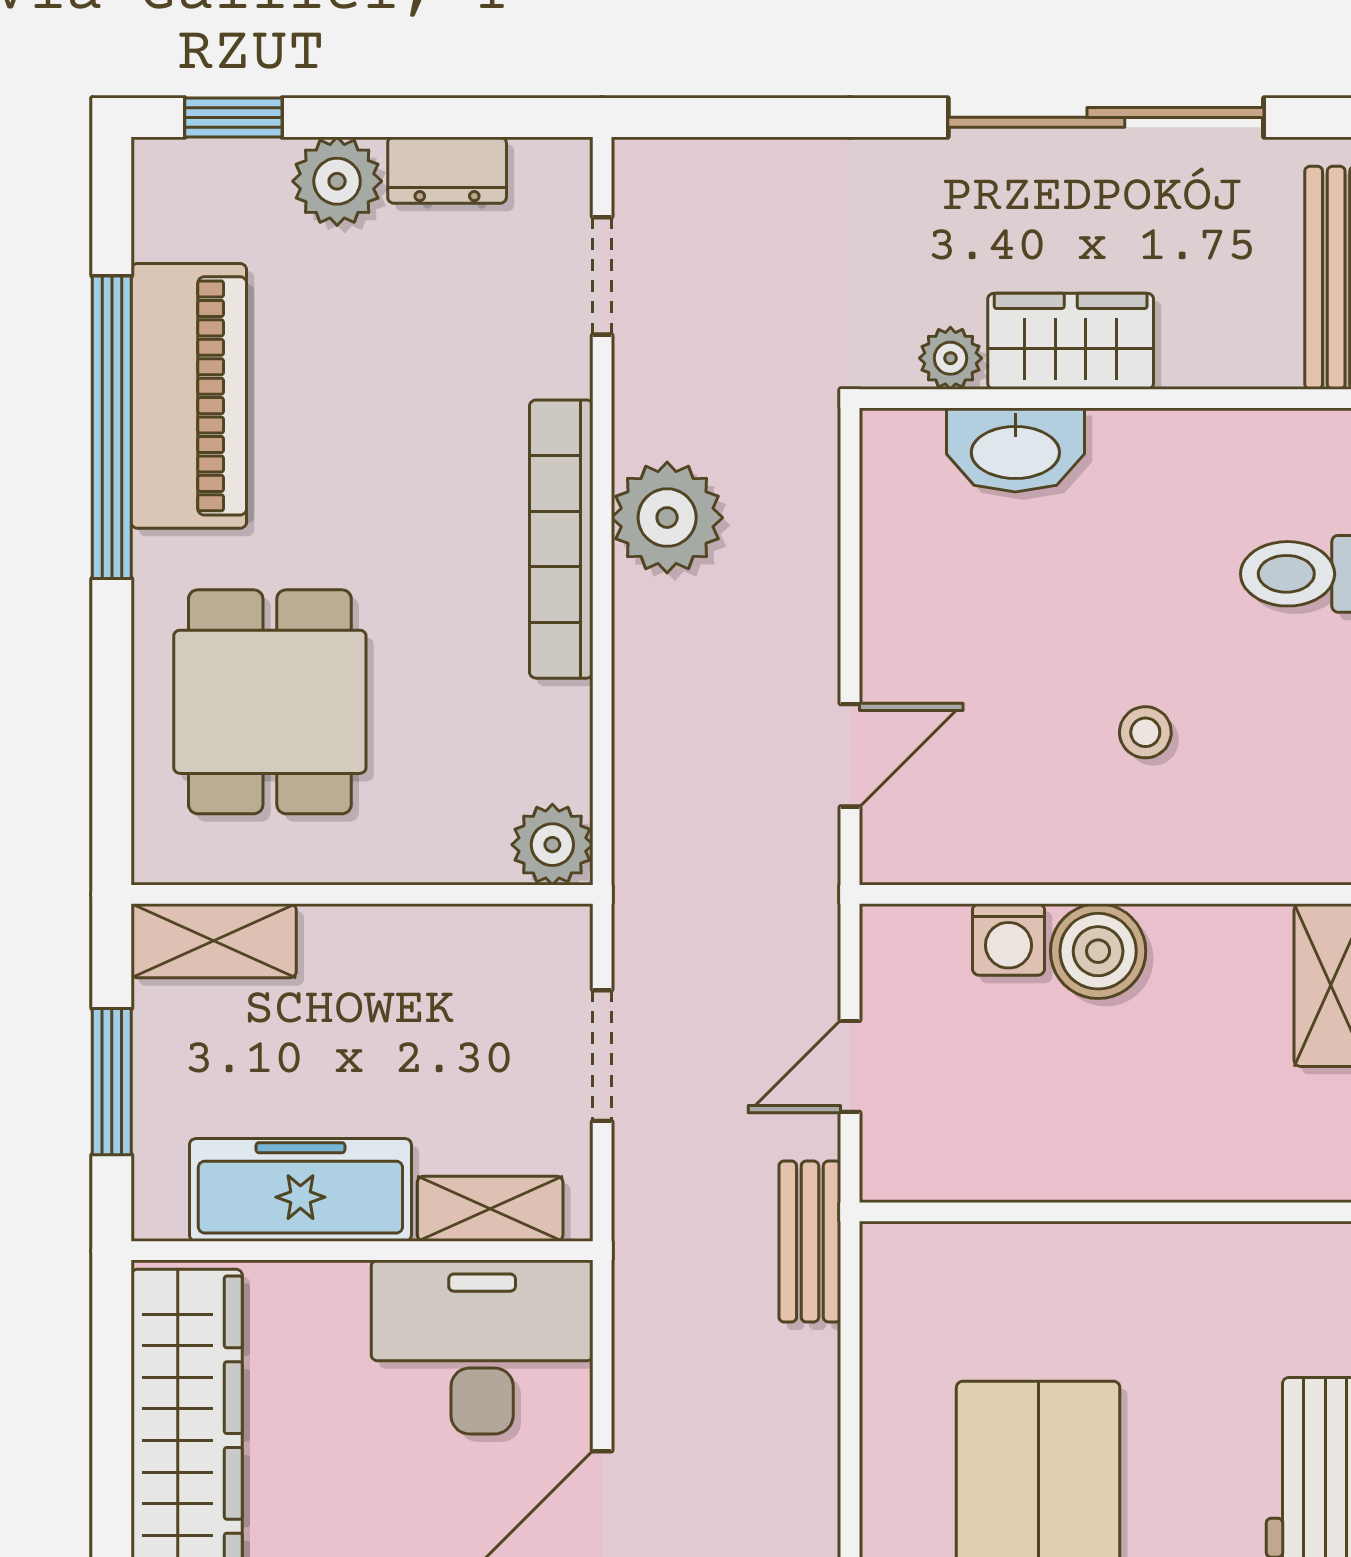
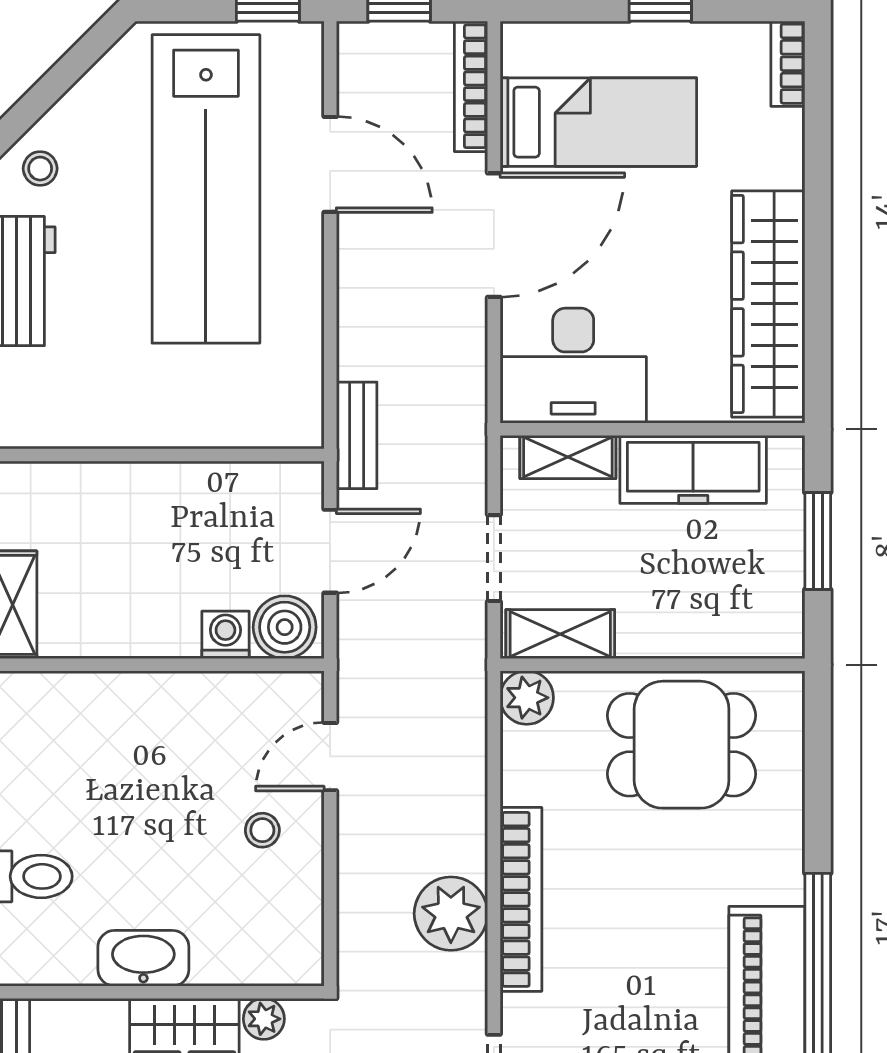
washbasin: (1015, 450) -> (143, 958), moved
dining table: (270, 702) -> (682, 745), moved, turned 90
stool: (1145, 732) -> (262, 830), moved
shelving: (214, 941) -> (560, 634), moved
boiler: (1098, 951) -> (285, 627), moved
door: (850, 1066) -> (330, 551), width x1.38

